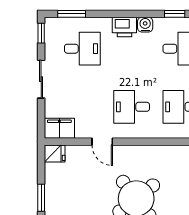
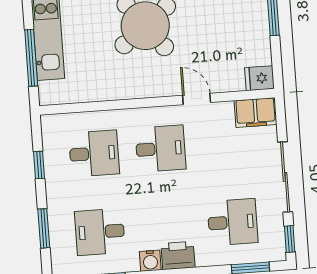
desk: (82, 49) -> (233, 222), turned 180
sliding door: (41, 79) -> (285, 177), width x1.37

